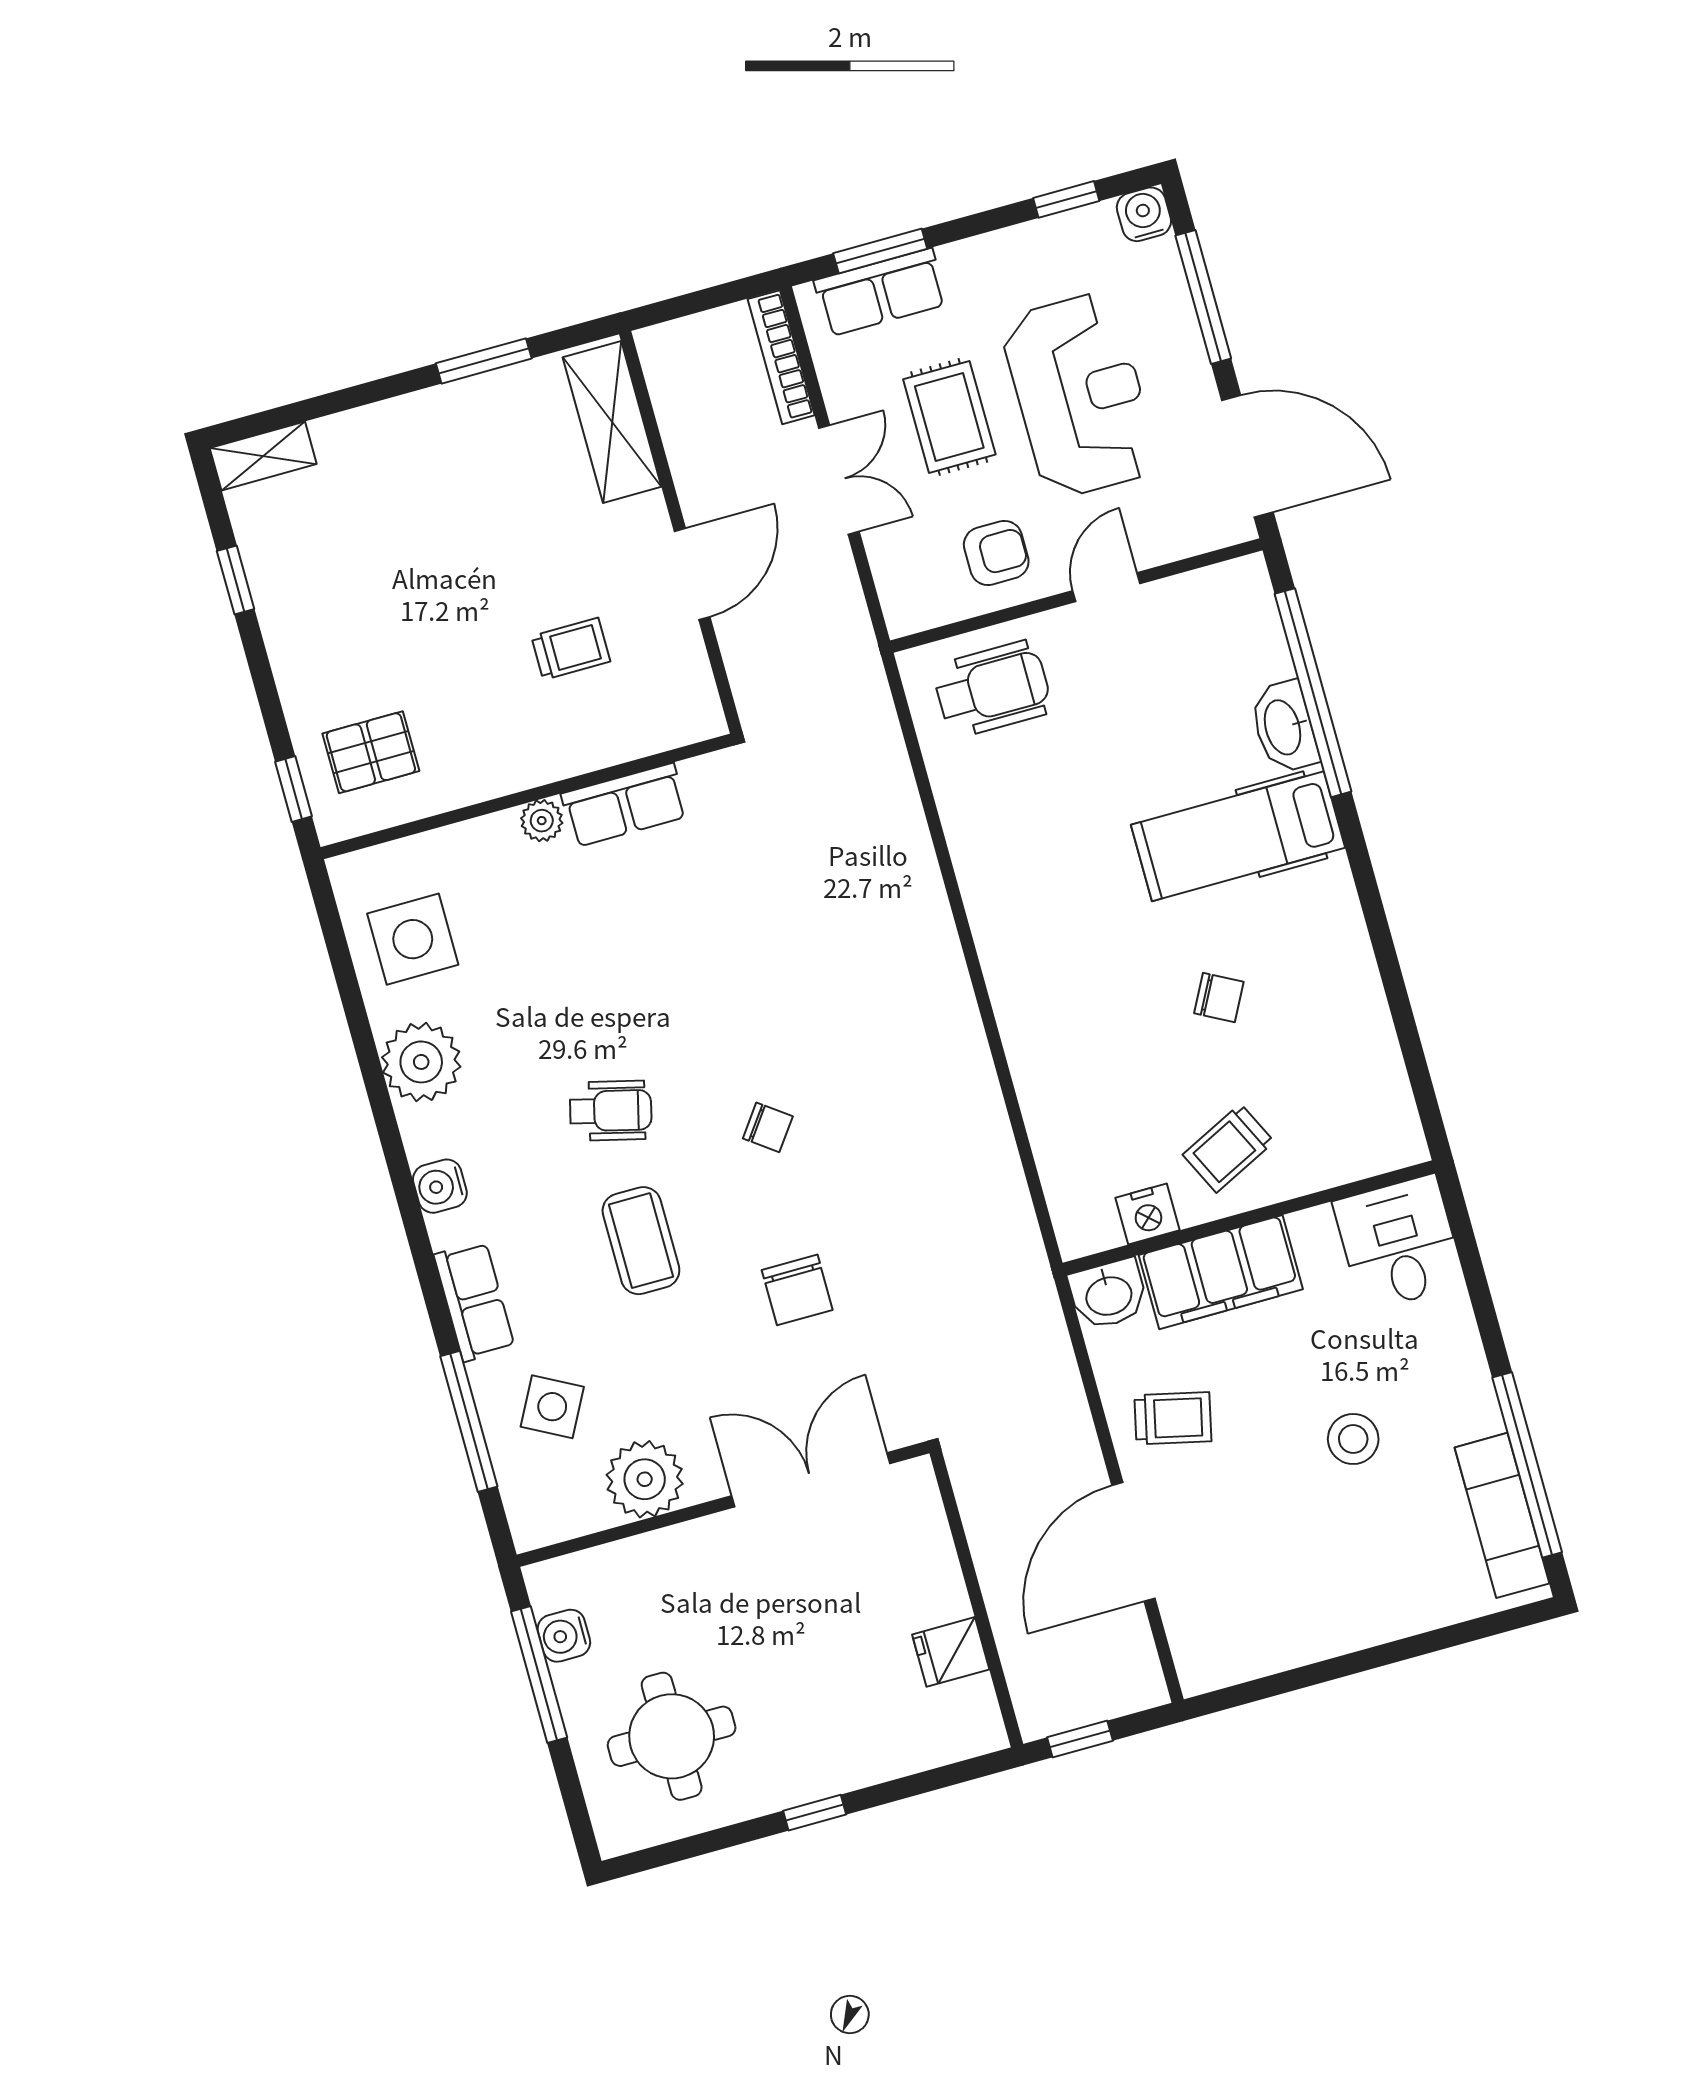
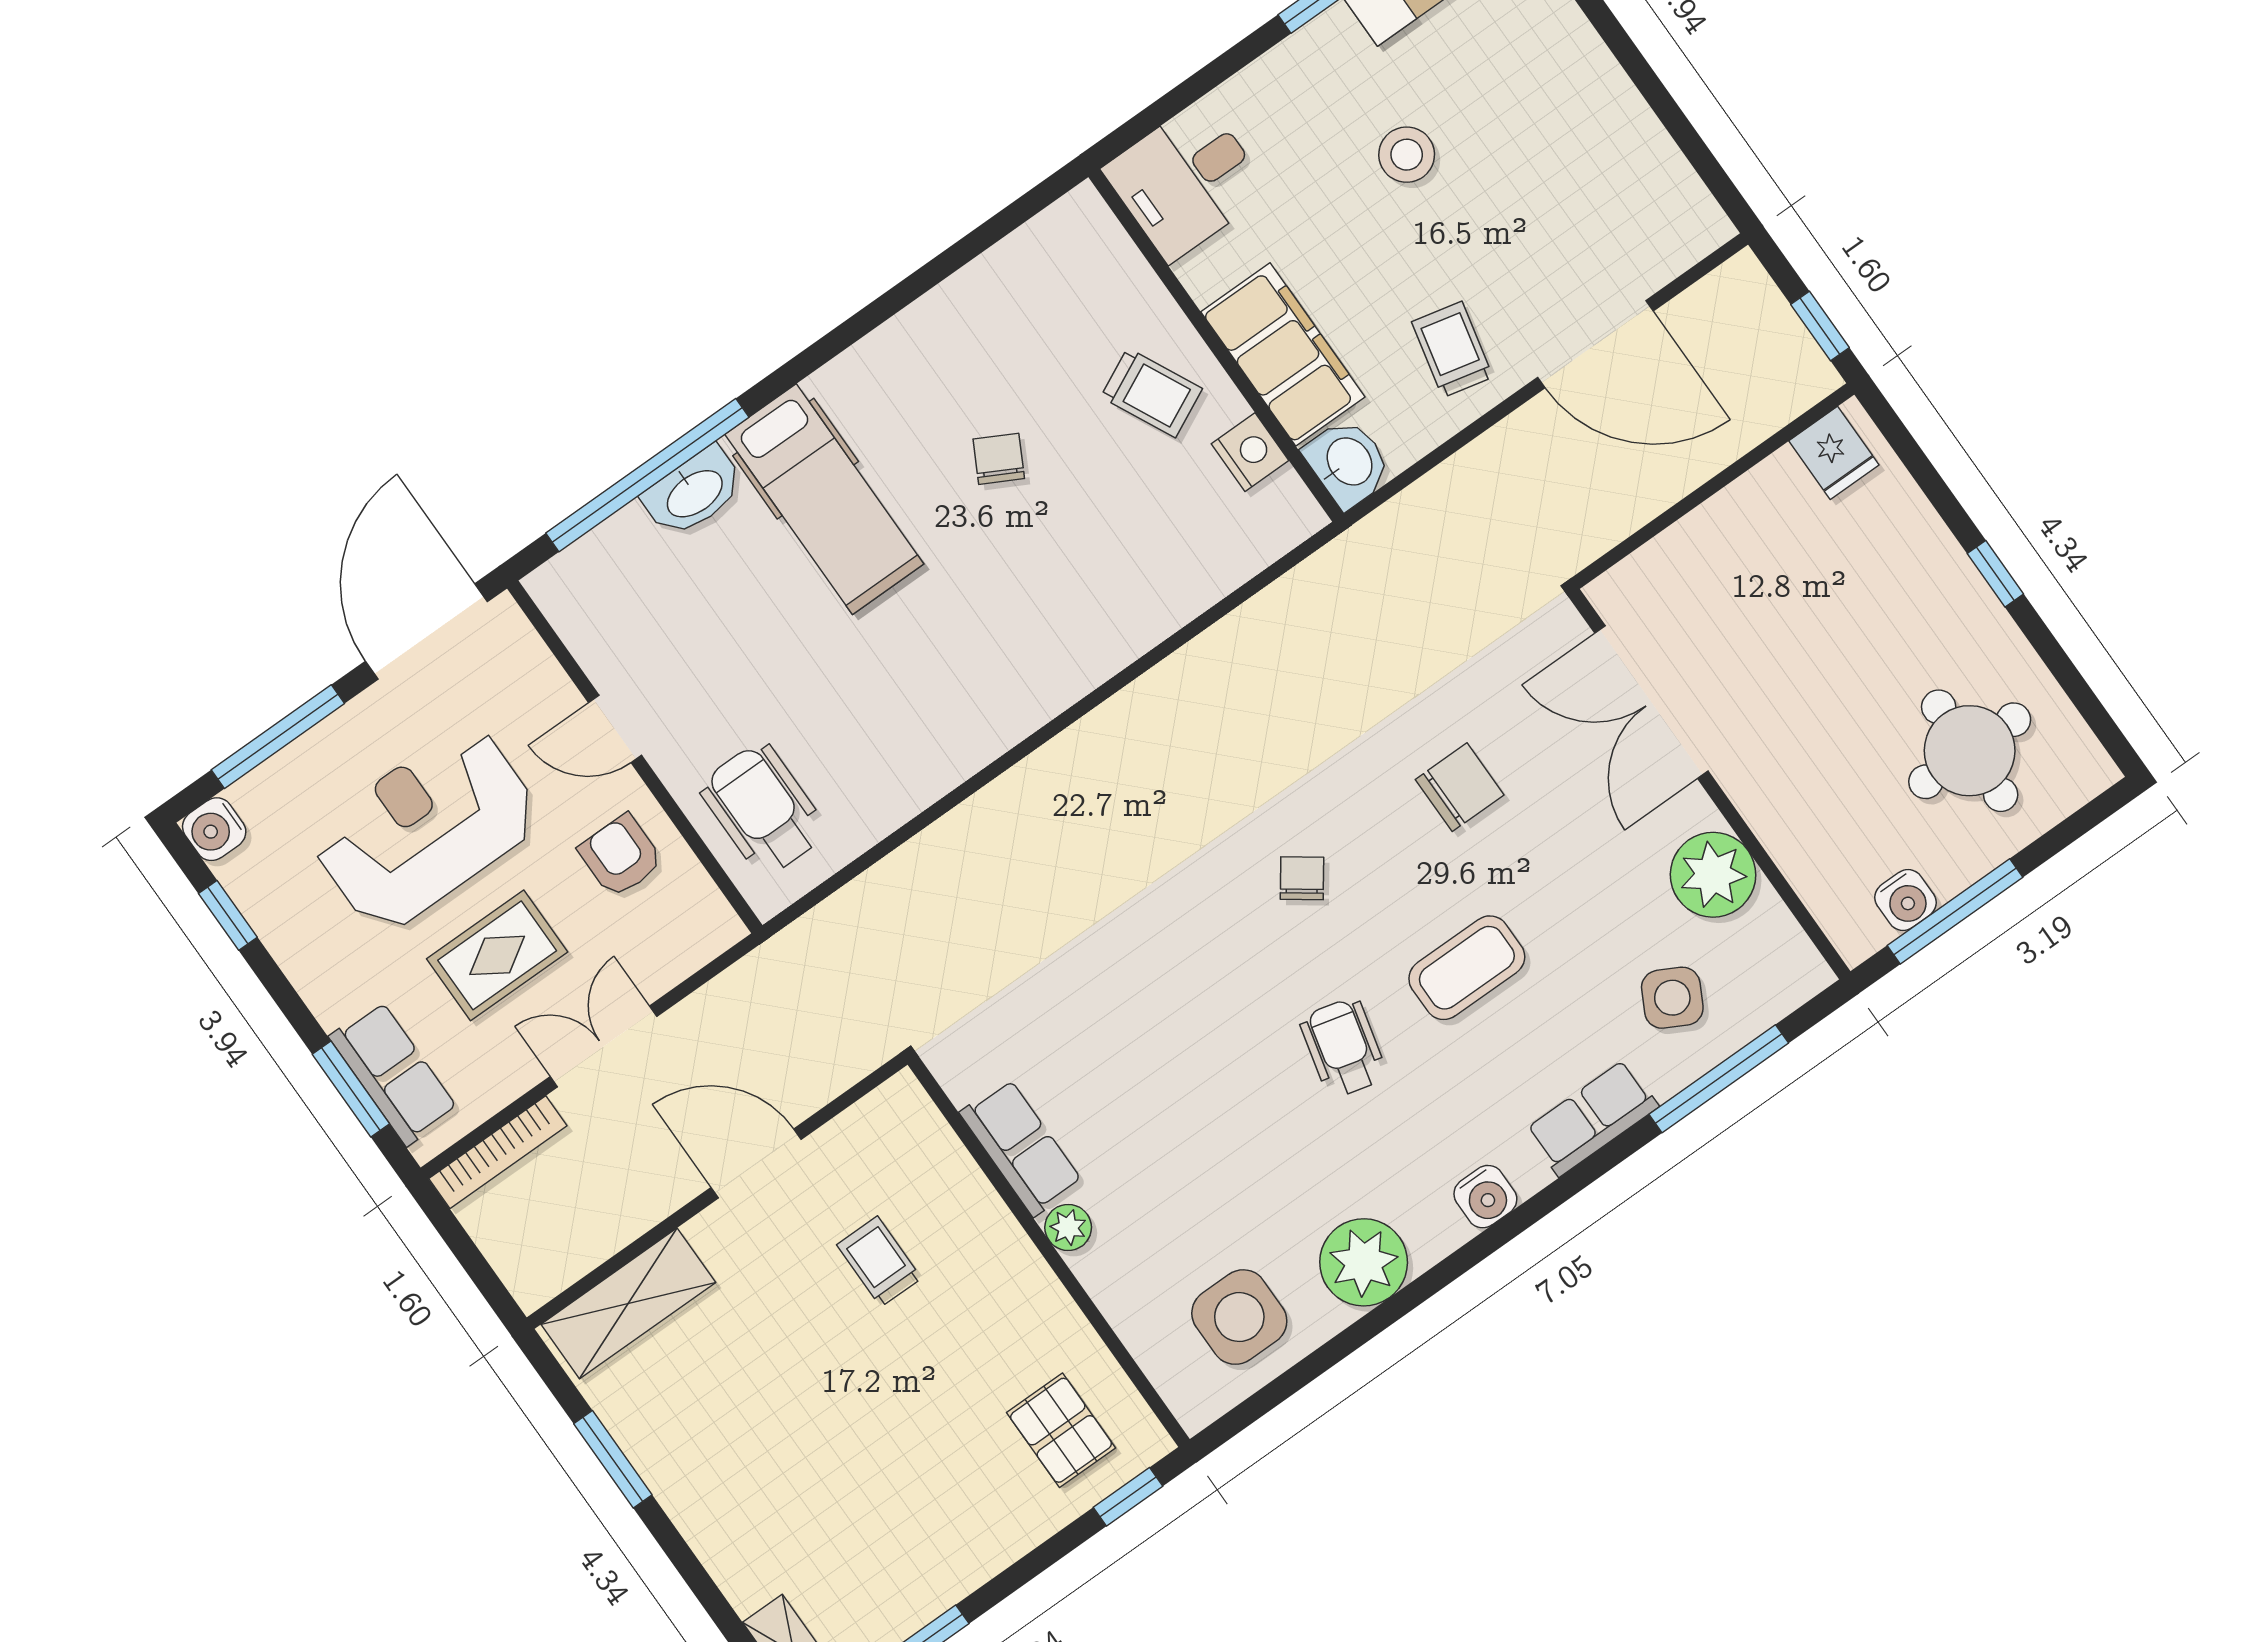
fridge: (951, 1652) -> (1834, 453), moved

